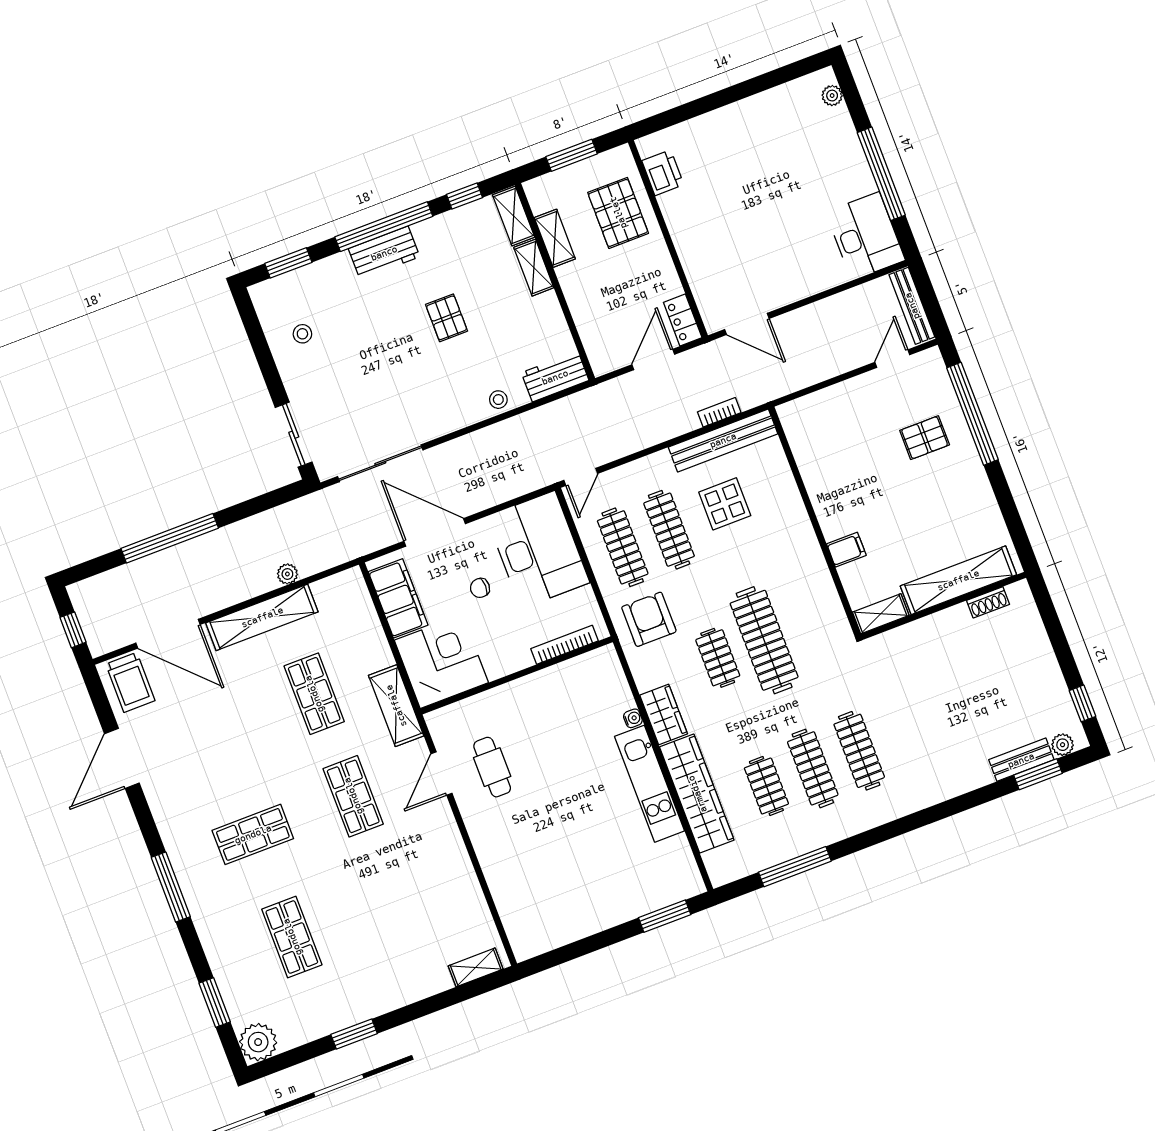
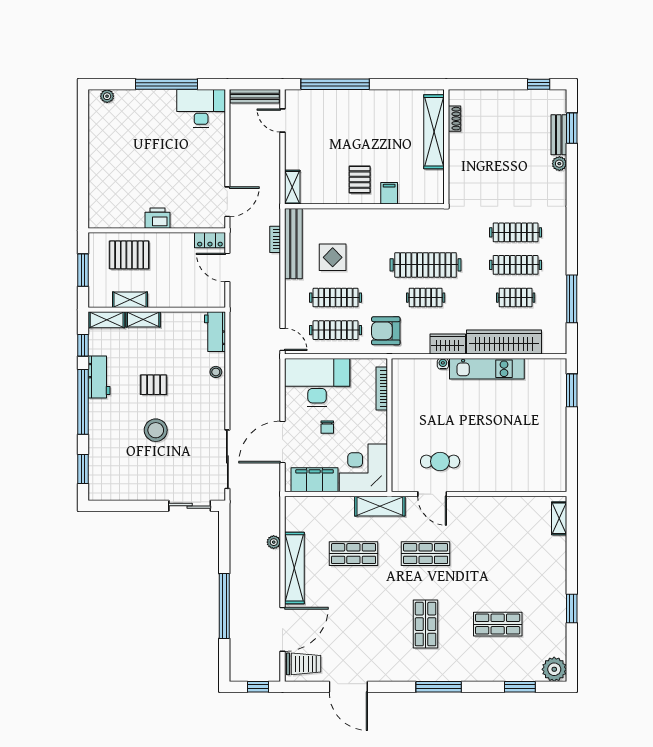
printer: (663, 173) -> (158, 218), moved
workbench: (384, 253) -> (99, 377), moved
stool: (302, 334) -> (156, 430), moved, width x1.89, depth x1.89
pallet: (925, 438) -> (360, 180), moved
shelving: (881, 614) -> (292, 187), moved
plant: (1063, 745) -> (559, 164), moved

